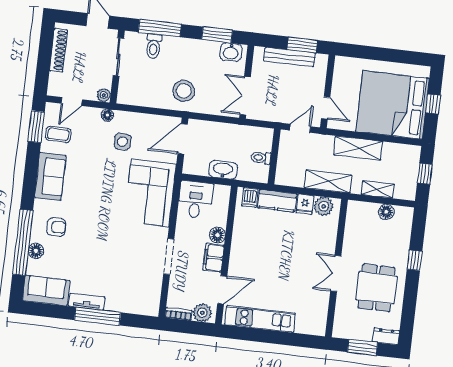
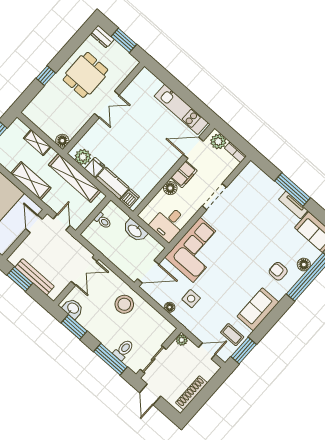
floor lamp: (107, 115) -> (170, 307), moved
door: (300, 128) -> (62, 222), swing flipped
shelving: (328, 181) -> (75, 178), width x1.47
floor lamp: (386, 212) -> (62, 141), moved

